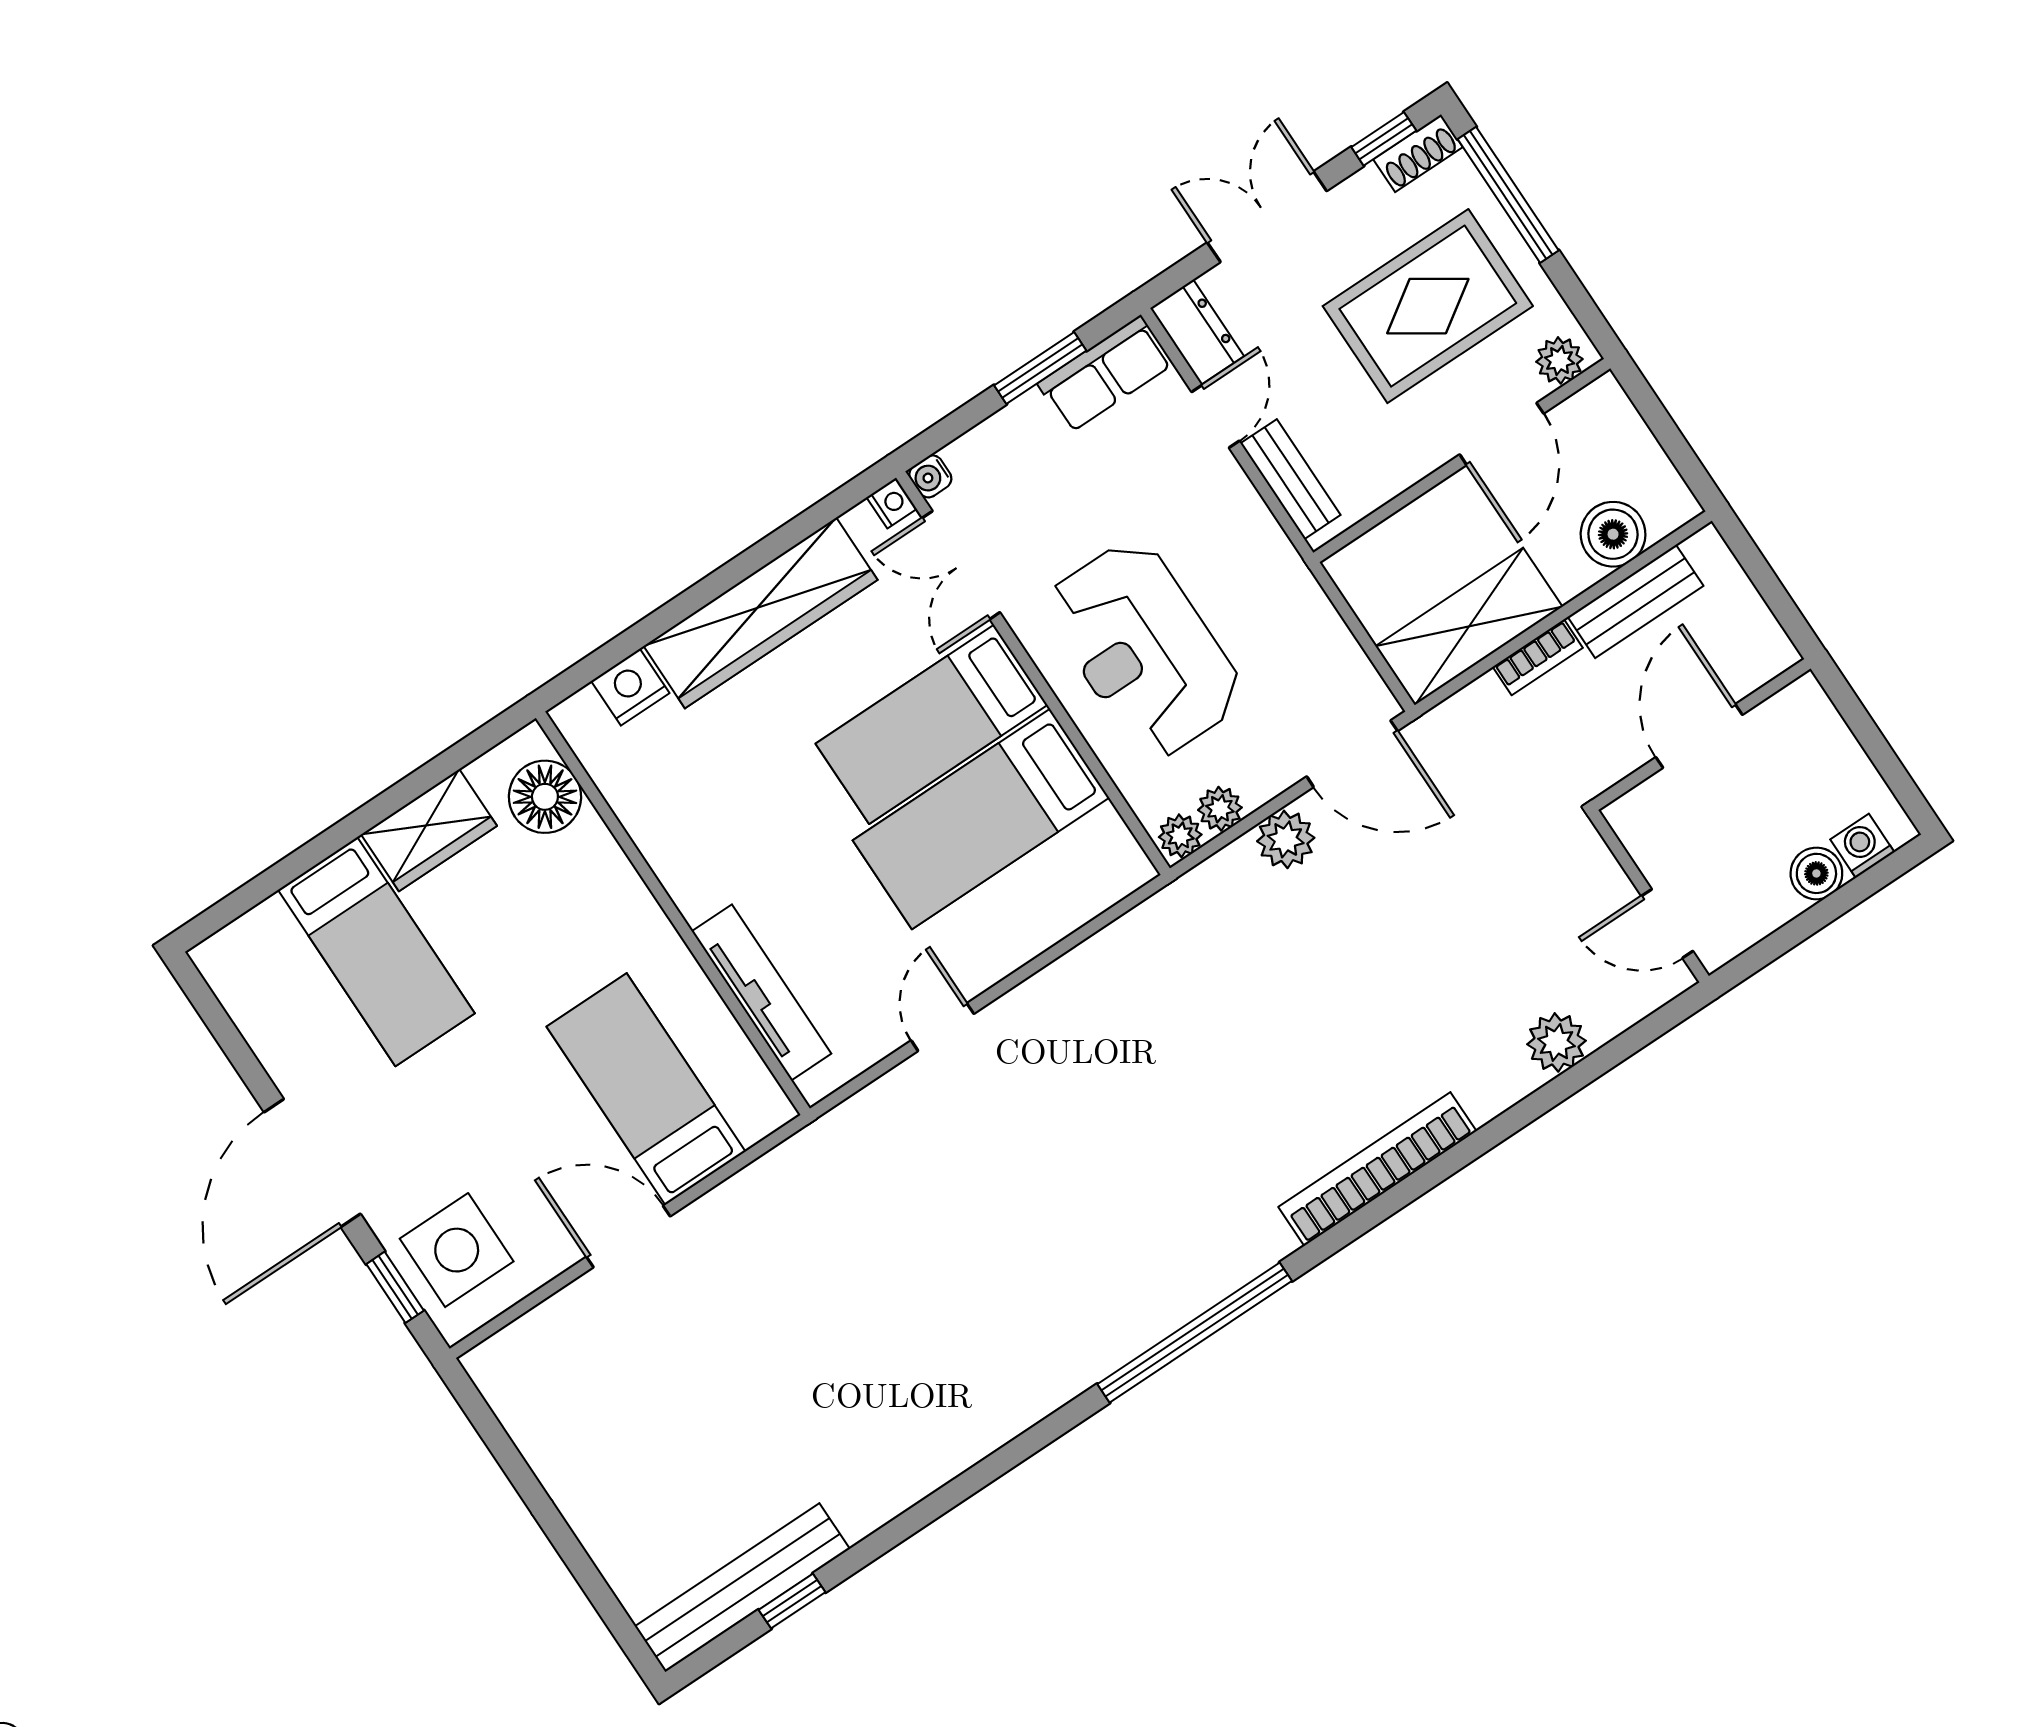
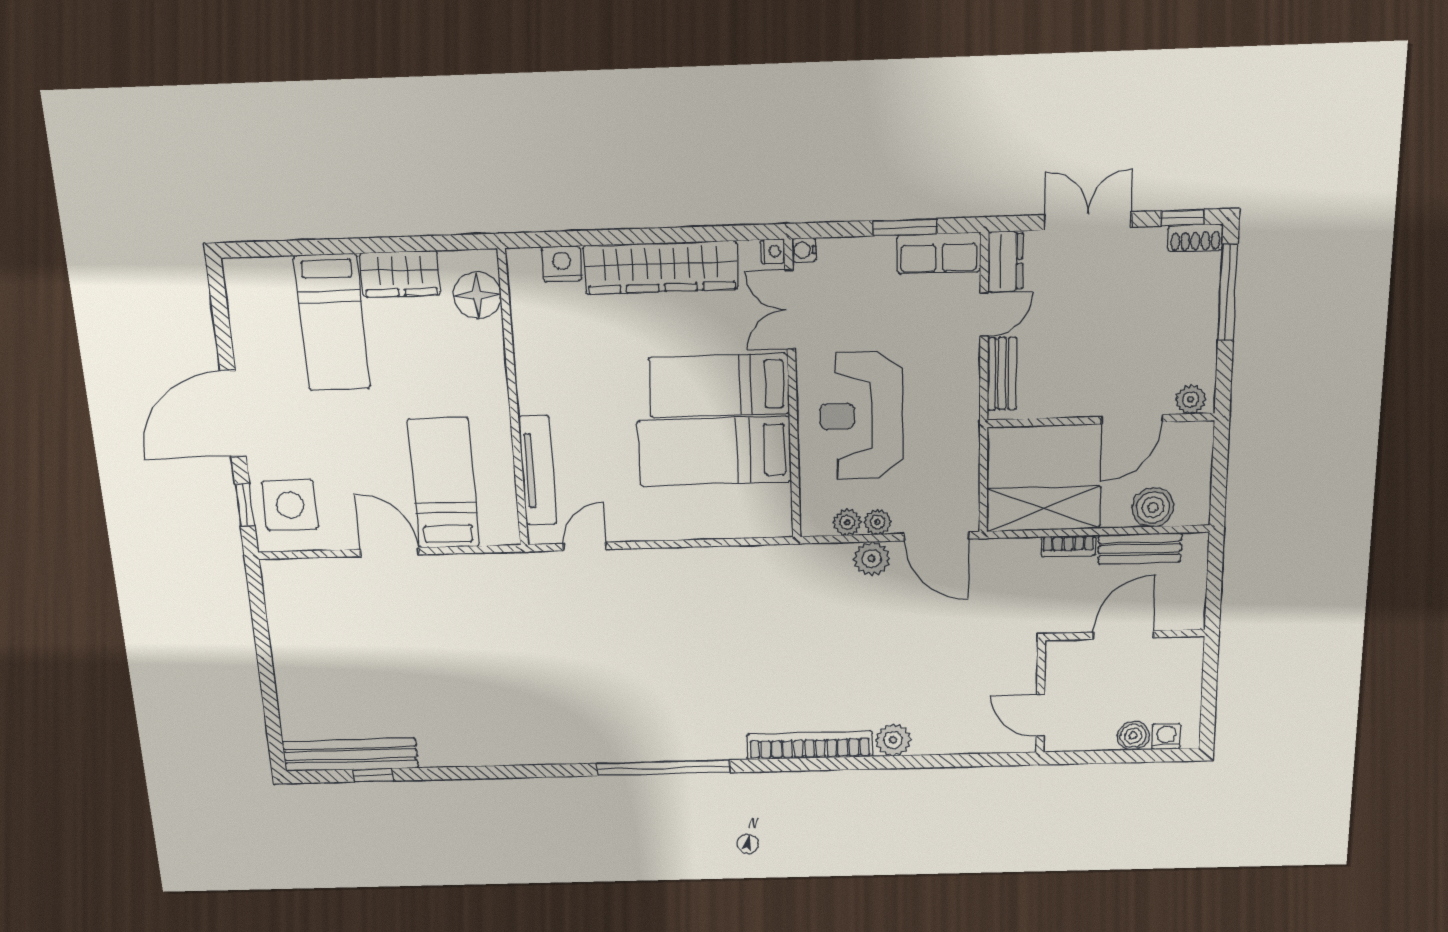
rug: (1428, 306) -> (1141, 326), removed
plant: (1180, 836) -> (878, 522), moved
door: (942, 1027) -> (585, 546), moved
plant: (1556, 1042) -> (893, 740), moved

